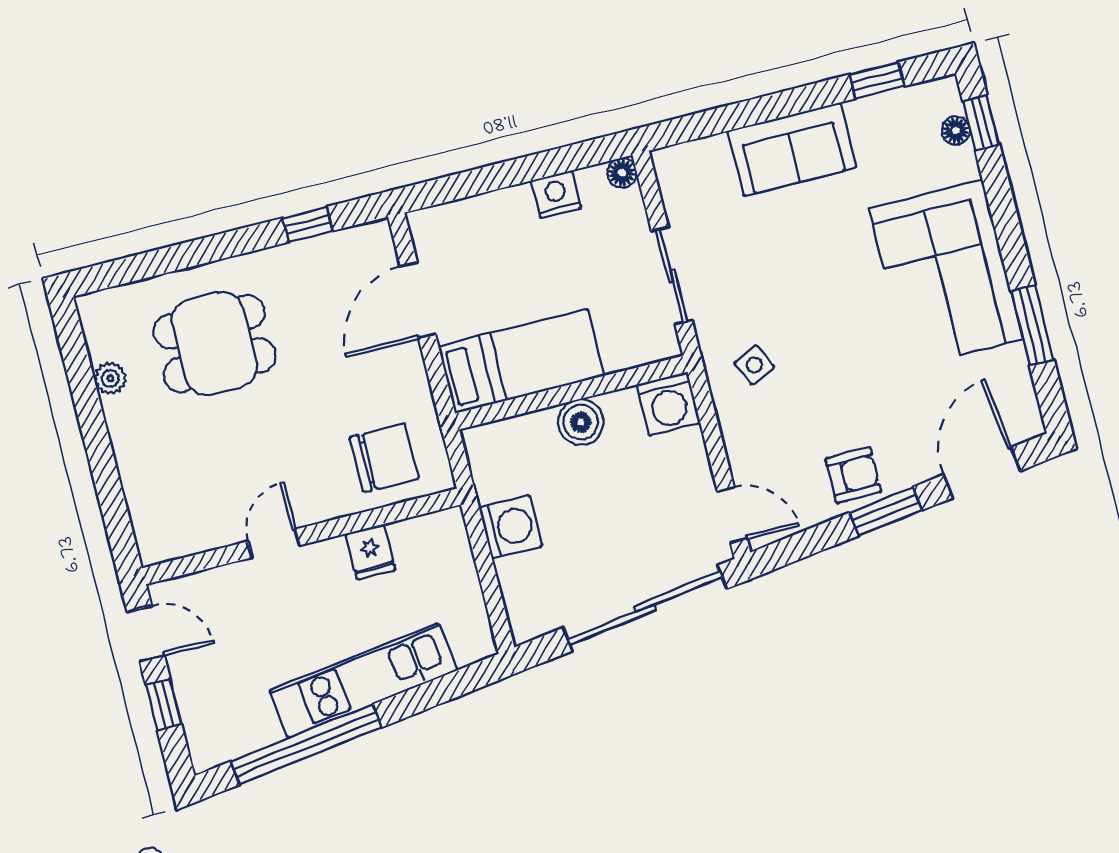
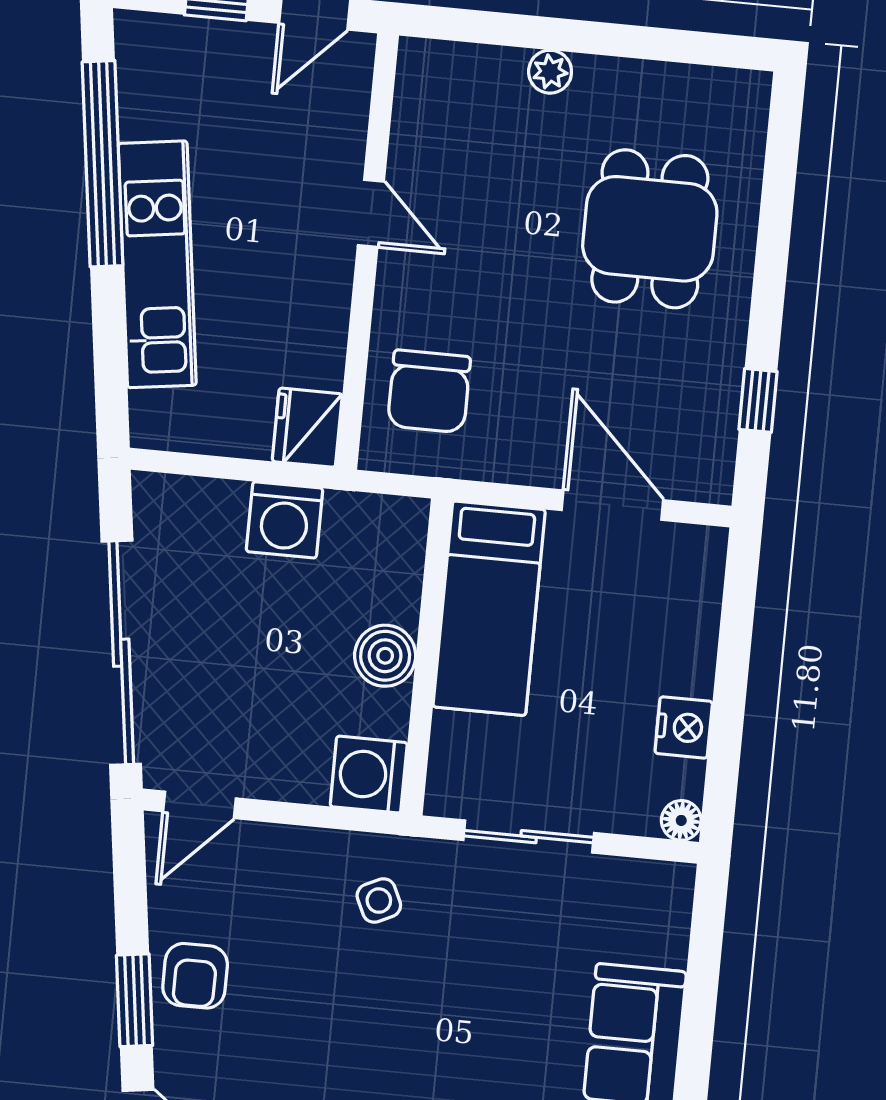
plant: (110, 378) -> (550, 72), moved
fridge: (370, 552) -> (307, 428), moved, width x1.38

